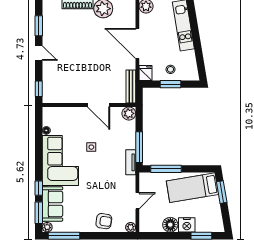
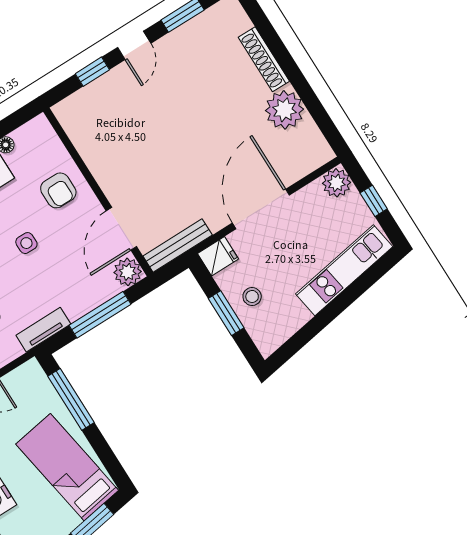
window: (39, 89) -> (92, 72), moved
door: (99, 105) -> (121, 229), moved
armchair: (78, 121) -> (58, 190), added
window: (139, 147) -> (100, 315), moved

